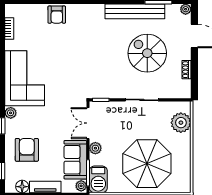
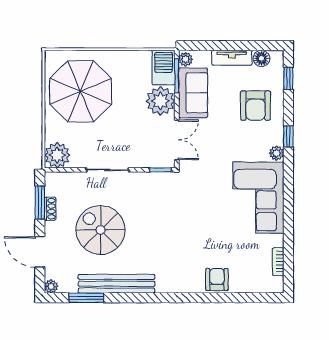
spiral stairs: (147, 53) -> (101, 230), turned 180
window: (194, 74) -> (40, 203), added
plant: (181, 123) -> (57, 155), moved
plant: (95, 148) -> (160, 101), width x1.87, depth x1.87
parasol: (147, 164) -> (81, 91), moved

